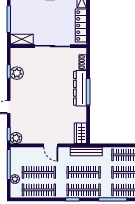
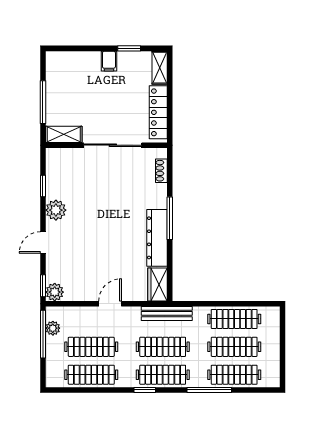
plant: (17, 73) -> (56, 210), moved
dresser: (80, 88) -> (157, 238), moved
door: (51, 145) -> (110, 304), swing flipped
plant: (15, 179) -> (53, 328), moved

